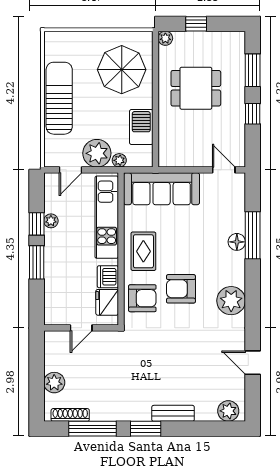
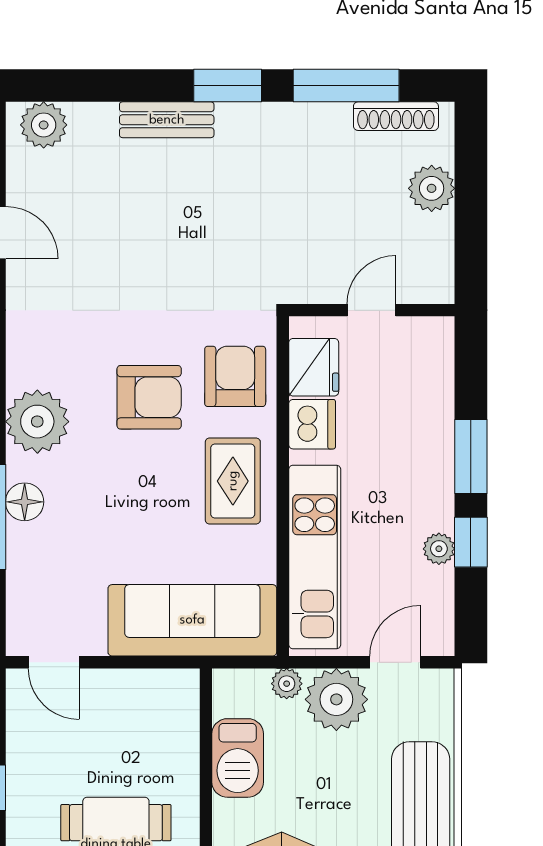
armchair: (142, 298) -> (235, 376), turned 90
plant: (231, 301) -> (37, 422), moved

